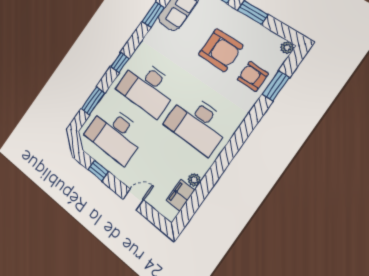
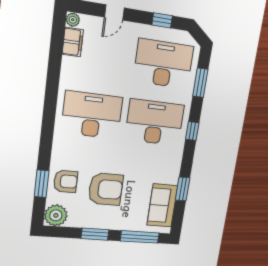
plant: (287, 47) -> (56, 215), width x1.88, depth x1.88
armchair: (221, 50) -> (106, 189), turned 180
plant: (194, 180) -> (73, 20), moved

